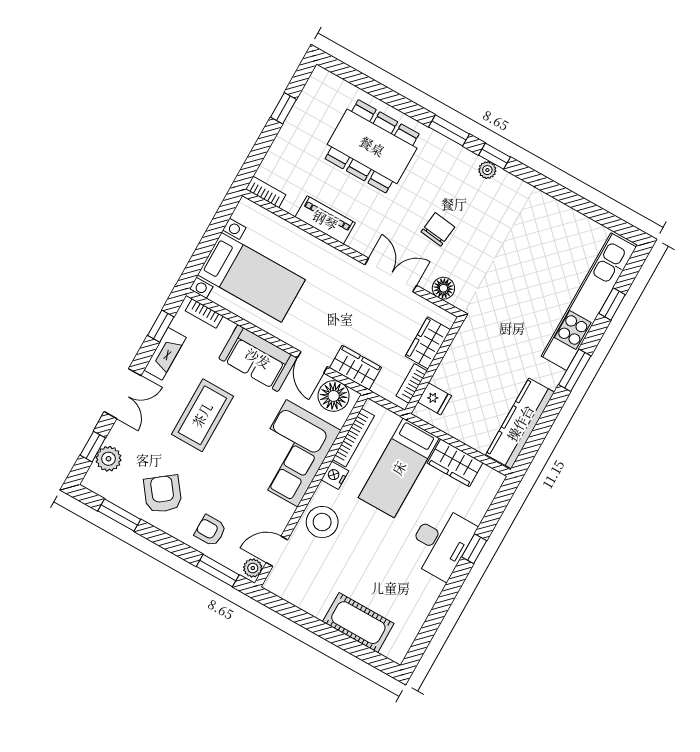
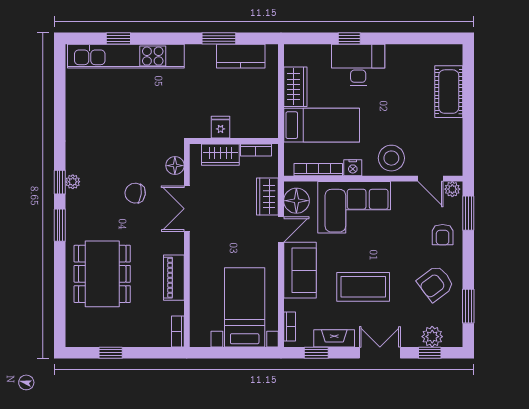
window: (575, 370) -> (219, 38), moved
fridge: (435, 399) -> (221, 127), moved
kitchen counter: (520, 423) -> (241, 56), width x0.67

